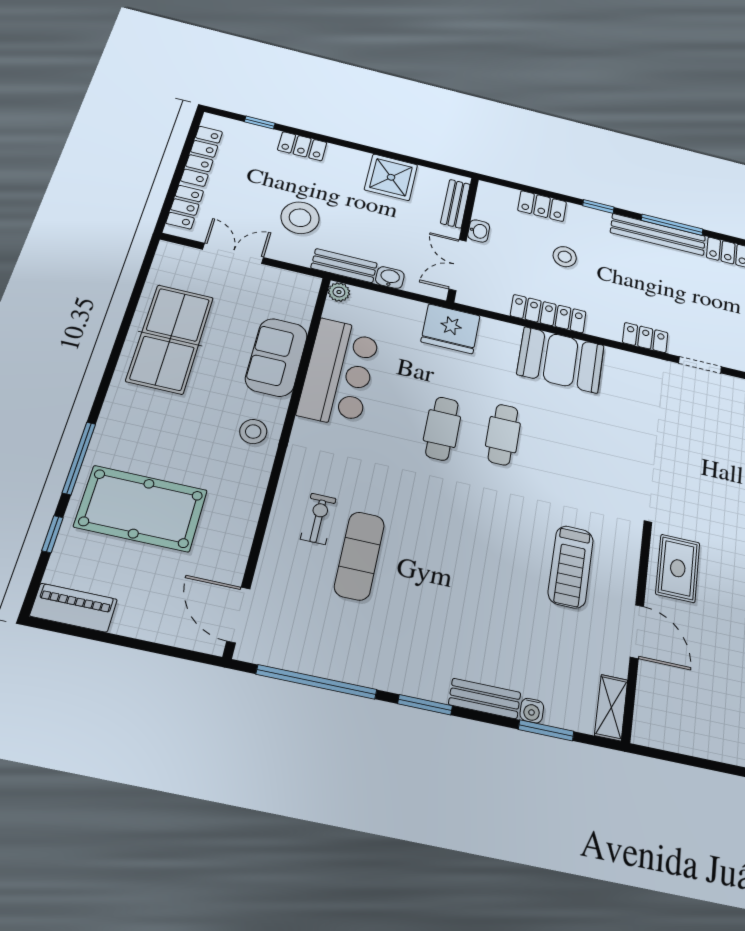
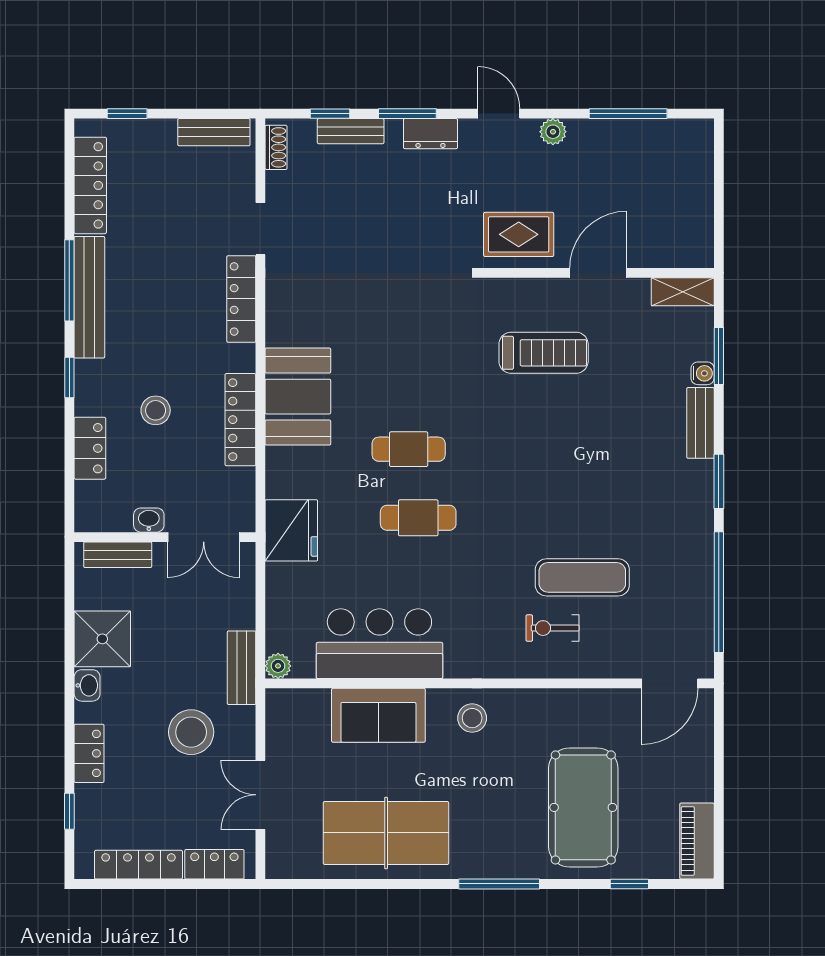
washbasin: (390, 278) -> (87, 685), moved, turned 180
locker: (645, 338) -> (241, 299), width x1.53
window: (79, 458) -> (499, 884), moved

